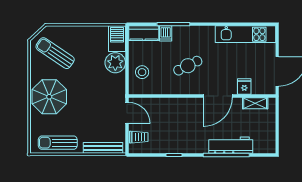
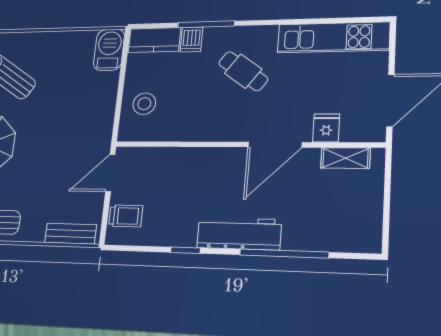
plant: (115, 63) -> (101, 89), removed
cafe table: (188, 66) -> (243, 71), moved, turned 62
door: (127, 113) -> (110, 173), swing flipped
workbench: (231, 145) -> (239, 234), moved
bench: (103, 148) -> (70, 234), width x0.73

